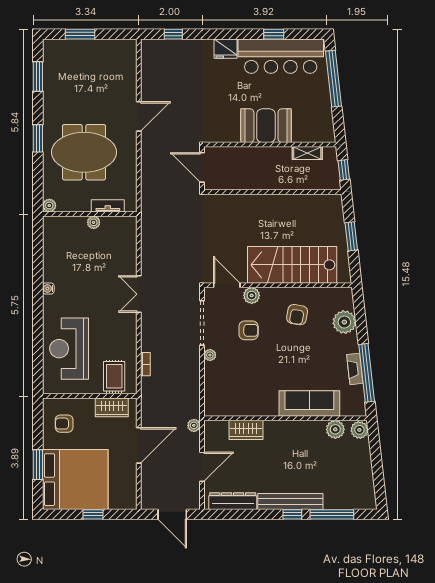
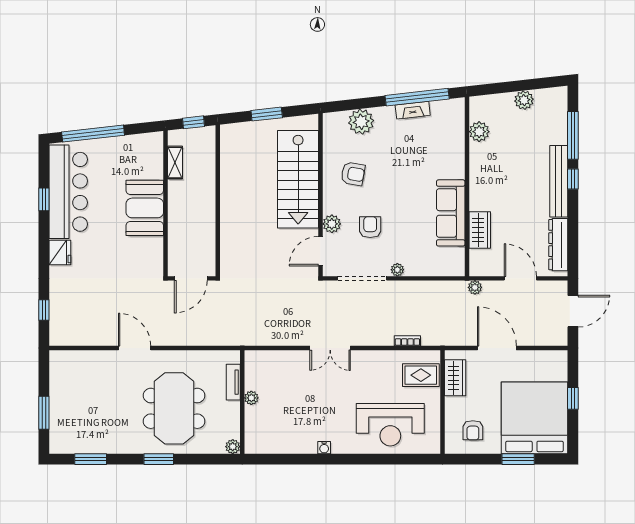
sofa: (309, 403) -> (451, 213), moved
plant: (359, 430) -> (524, 100), moved

